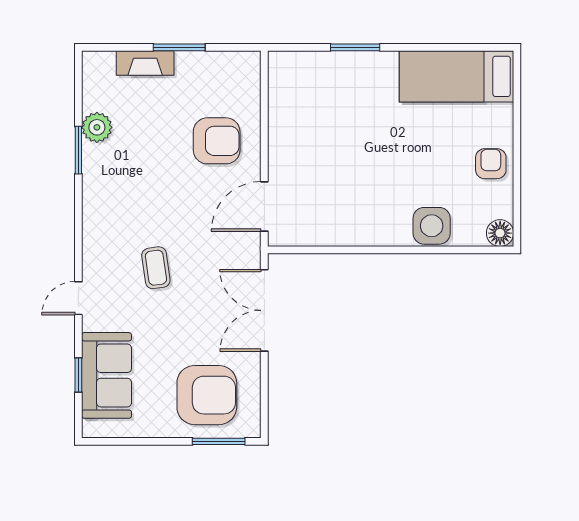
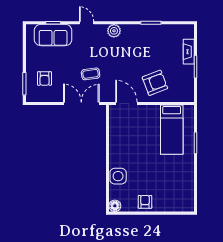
bed: (456, 76) -> (172, 130), moved, turned 180
plant: (97, 127) -> (114, 31), moved
armchair: (217, 141) -> (155, 83), turned -111
armchair: (491, 164) -> (145, 202), turned -90
coffee table: (156, 268) -> (91, 74), moved
armchair: (207, 395) -> (45, 79), width x0.53, depth x0.53

